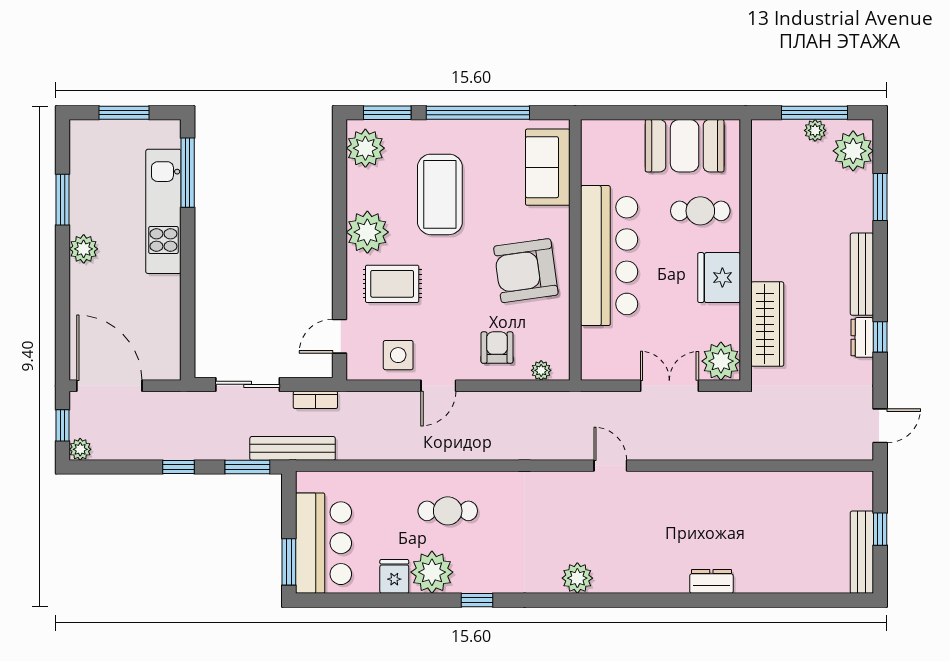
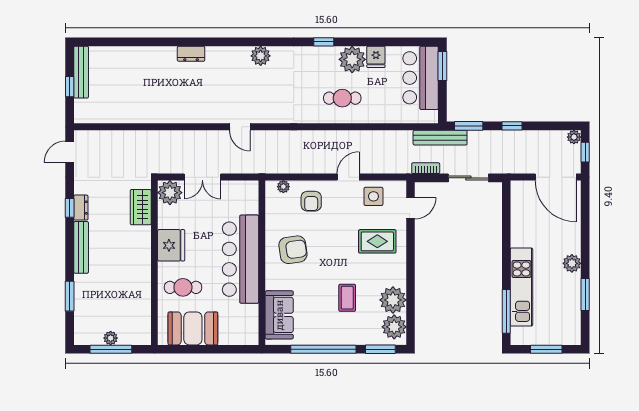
plant: (853, 151) -> (87, 325), removed
coffee table: (440, 194) -> (347, 298), width x0.54, depth x0.58
plant: (367, 232) -> (393, 300), moved
armchair: (526, 271) -> (293, 250), width x0.73, depth x0.73
wardrobe: (767, 324) -> (141, 207), width x0.67
dresser: (711, 581) -> (191, 54), moved

